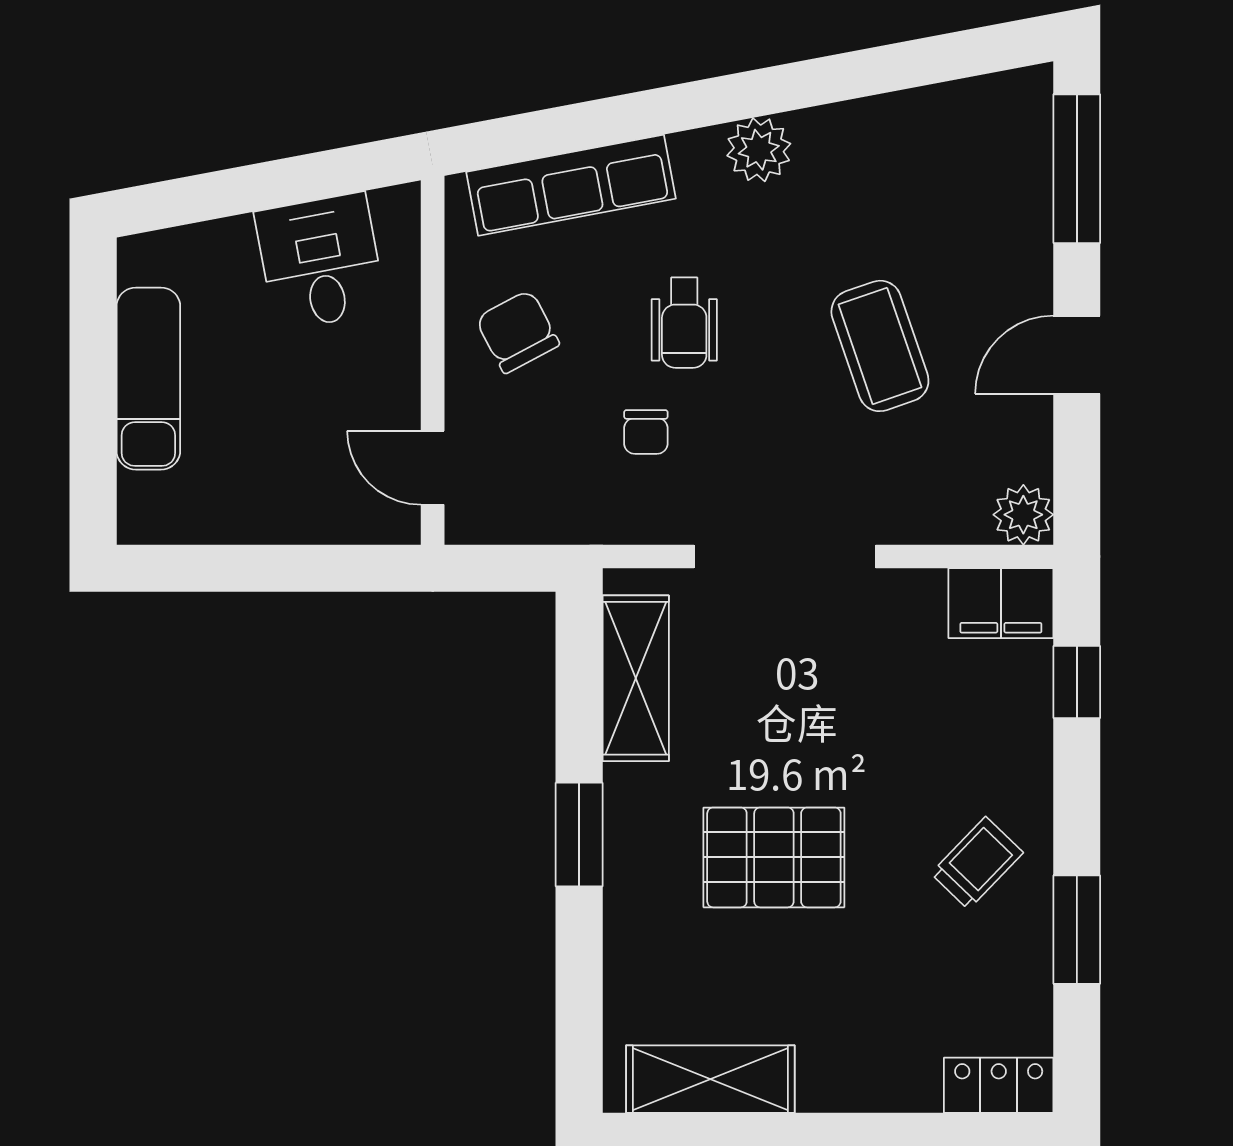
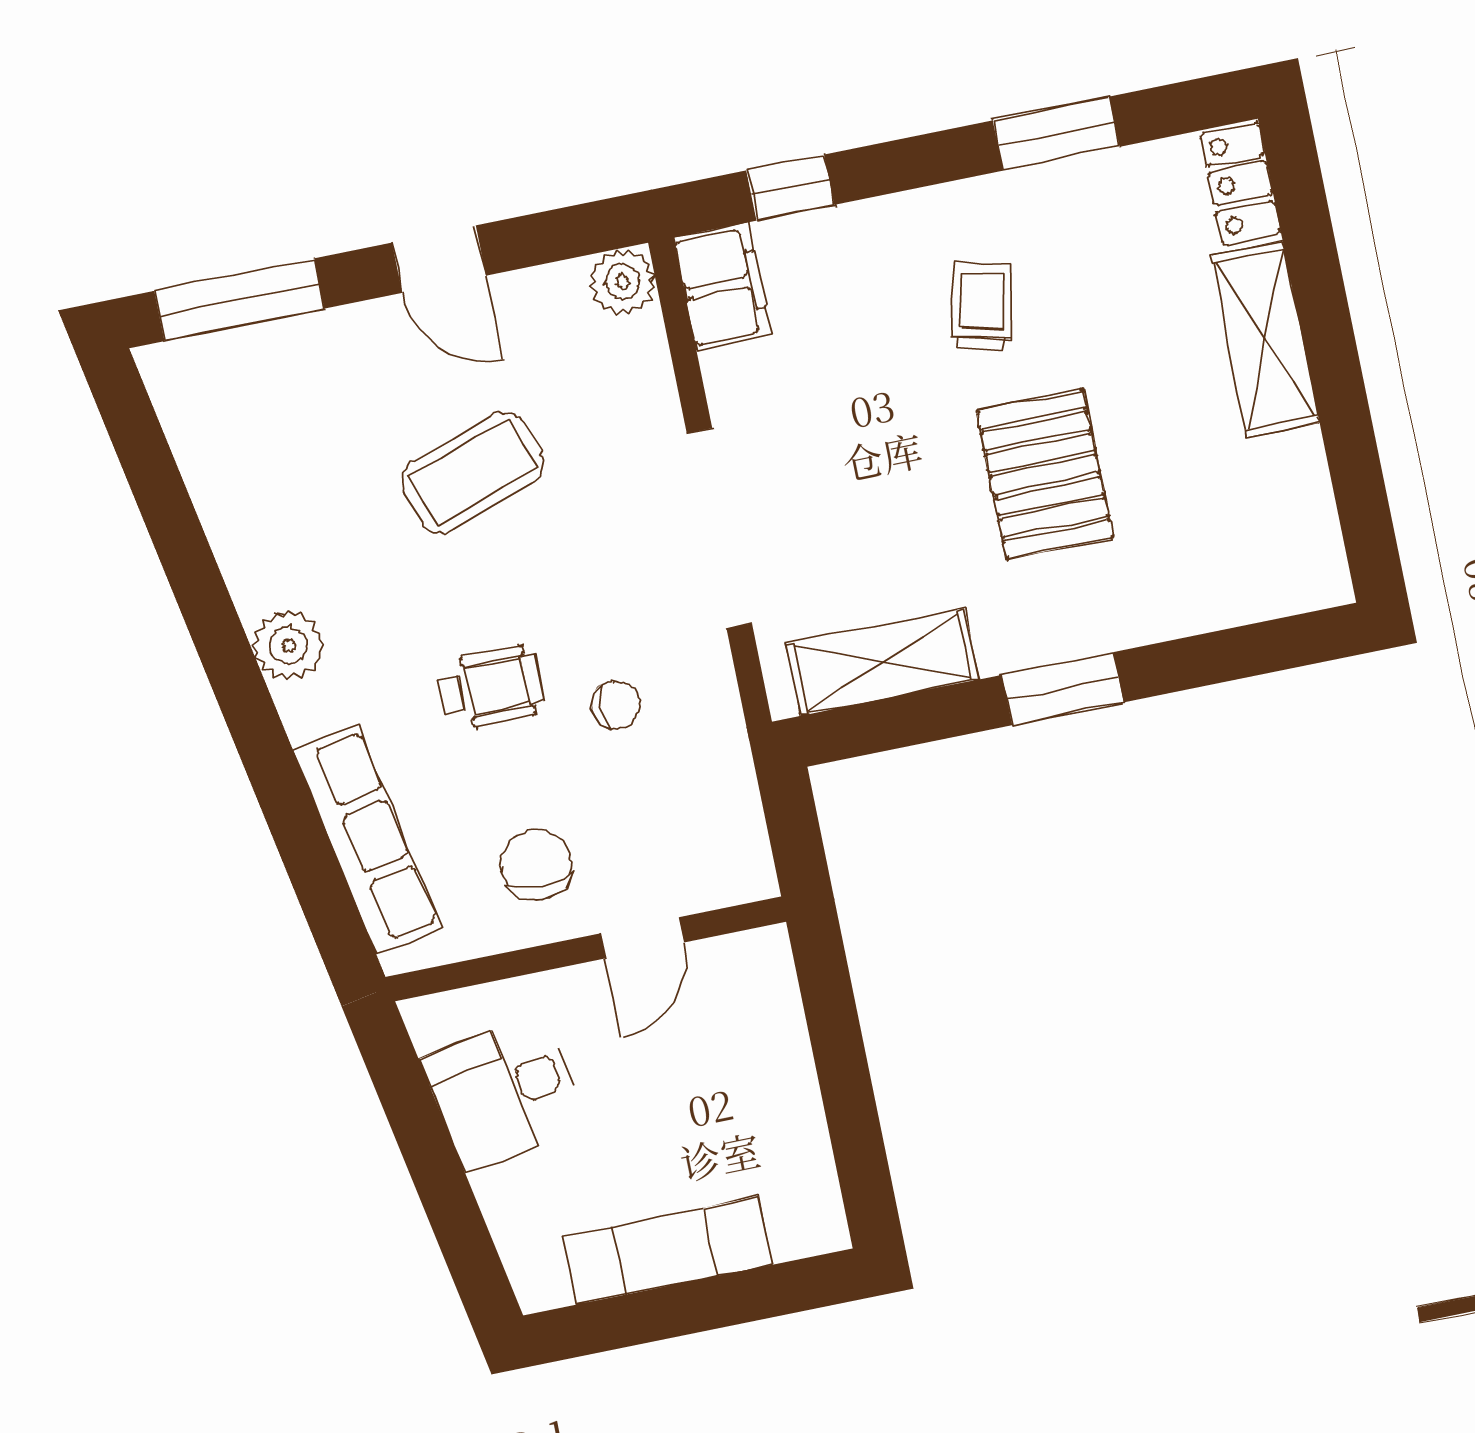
chair: (517, 332) -> (536, 865), turned 118
door: (433, 468) -> (642, 938), moved
trolley: (977, 863) -> (982, 306), moved, turned 59
shelving: (710, 1079) -> (1265, 339), moved

